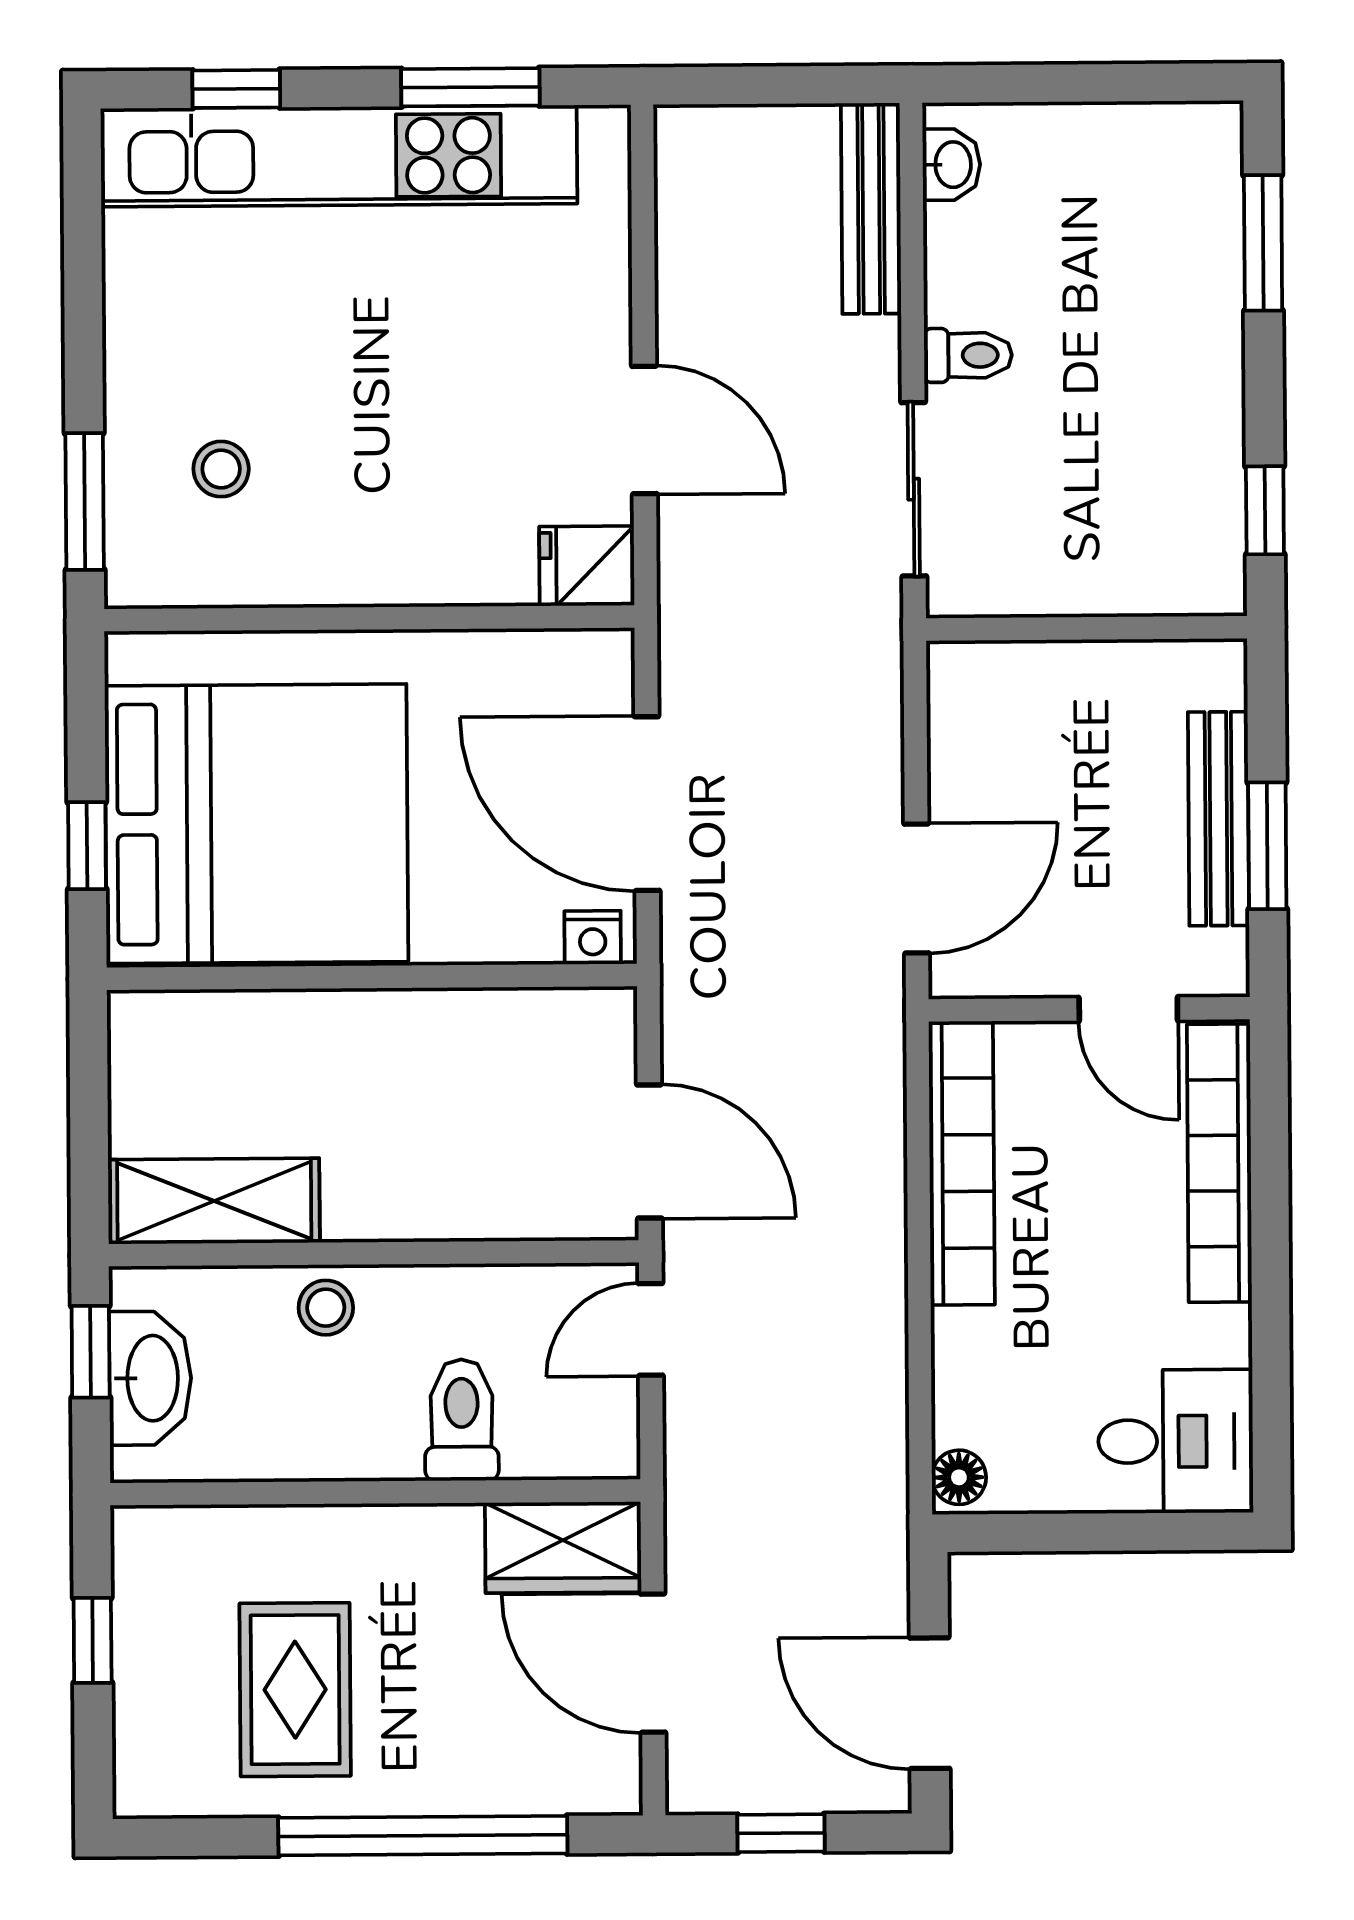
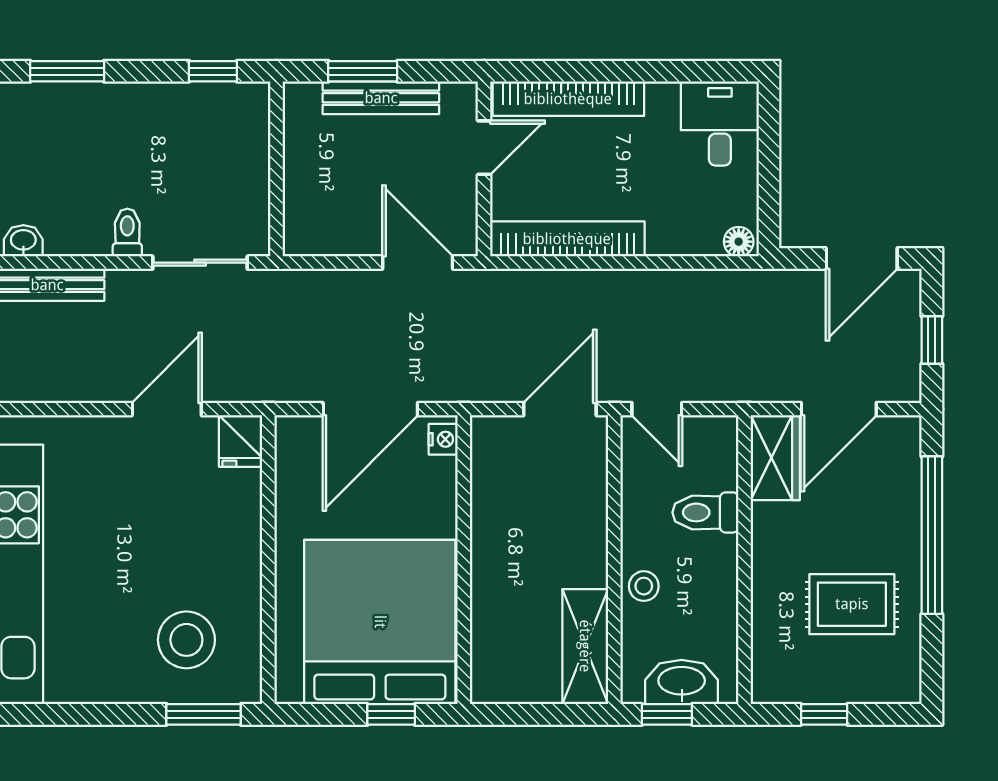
stool: (221, 469) -> (186, 640), width x1.89, depth x1.89
window: (1267, 846) -> (363, 71), moved

